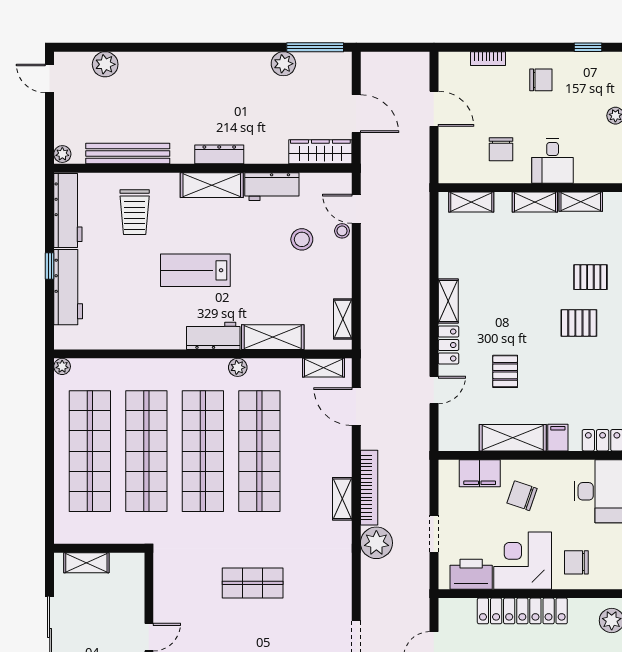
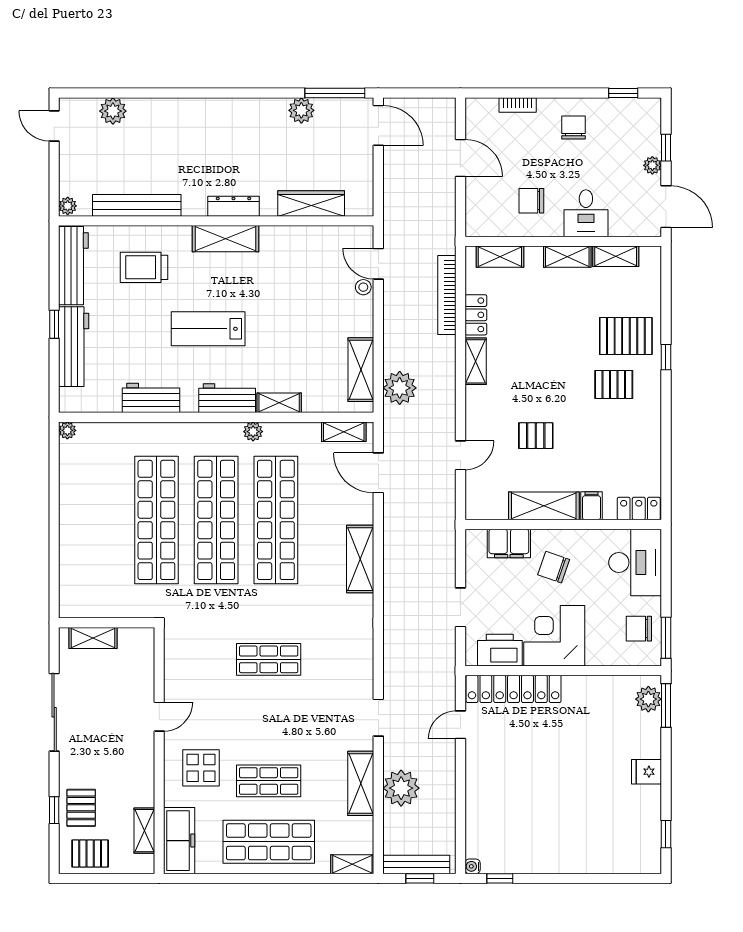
chair: (541, 80) -> (574, 128), turned -90
door: (356, 114) -> (378, 125), moved
chair: (501, 149) -> (531, 201), turned 90
wardrobe: (320, 152) -> (311, 203), moved
workbench: (272, 187) -> (151, 398), moved, turned 180
trolley: (135, 212) -> (144, 267), turned 90
stool: (302, 239) -> (321, 296), removed
pallet: (590, 277) -> (626, 336), width x1.50, depth x1.42
shelving: (343, 319) -> (361, 370), width x1.50, depth x1.33
shelving: (273, 337) -> (279, 403), width x0.67, depth x0.75
locker: (448, 345) -> (476, 315), moved
pallet: (505, 371) -> (536, 436), turned 90
shop shelf: (90, 451) -> (97, 520), removed
bookcase: (369, 488) -> (447, 295), moved, turned 180
shelving: (342, 499) -> (360, 559), width x1.50, depth x1.33
plant: (376, 543) -> (400, 388), moved
chair: (576, 562) -> (639, 629), moved
locker: (522, 611) -> (514, 689), moved

